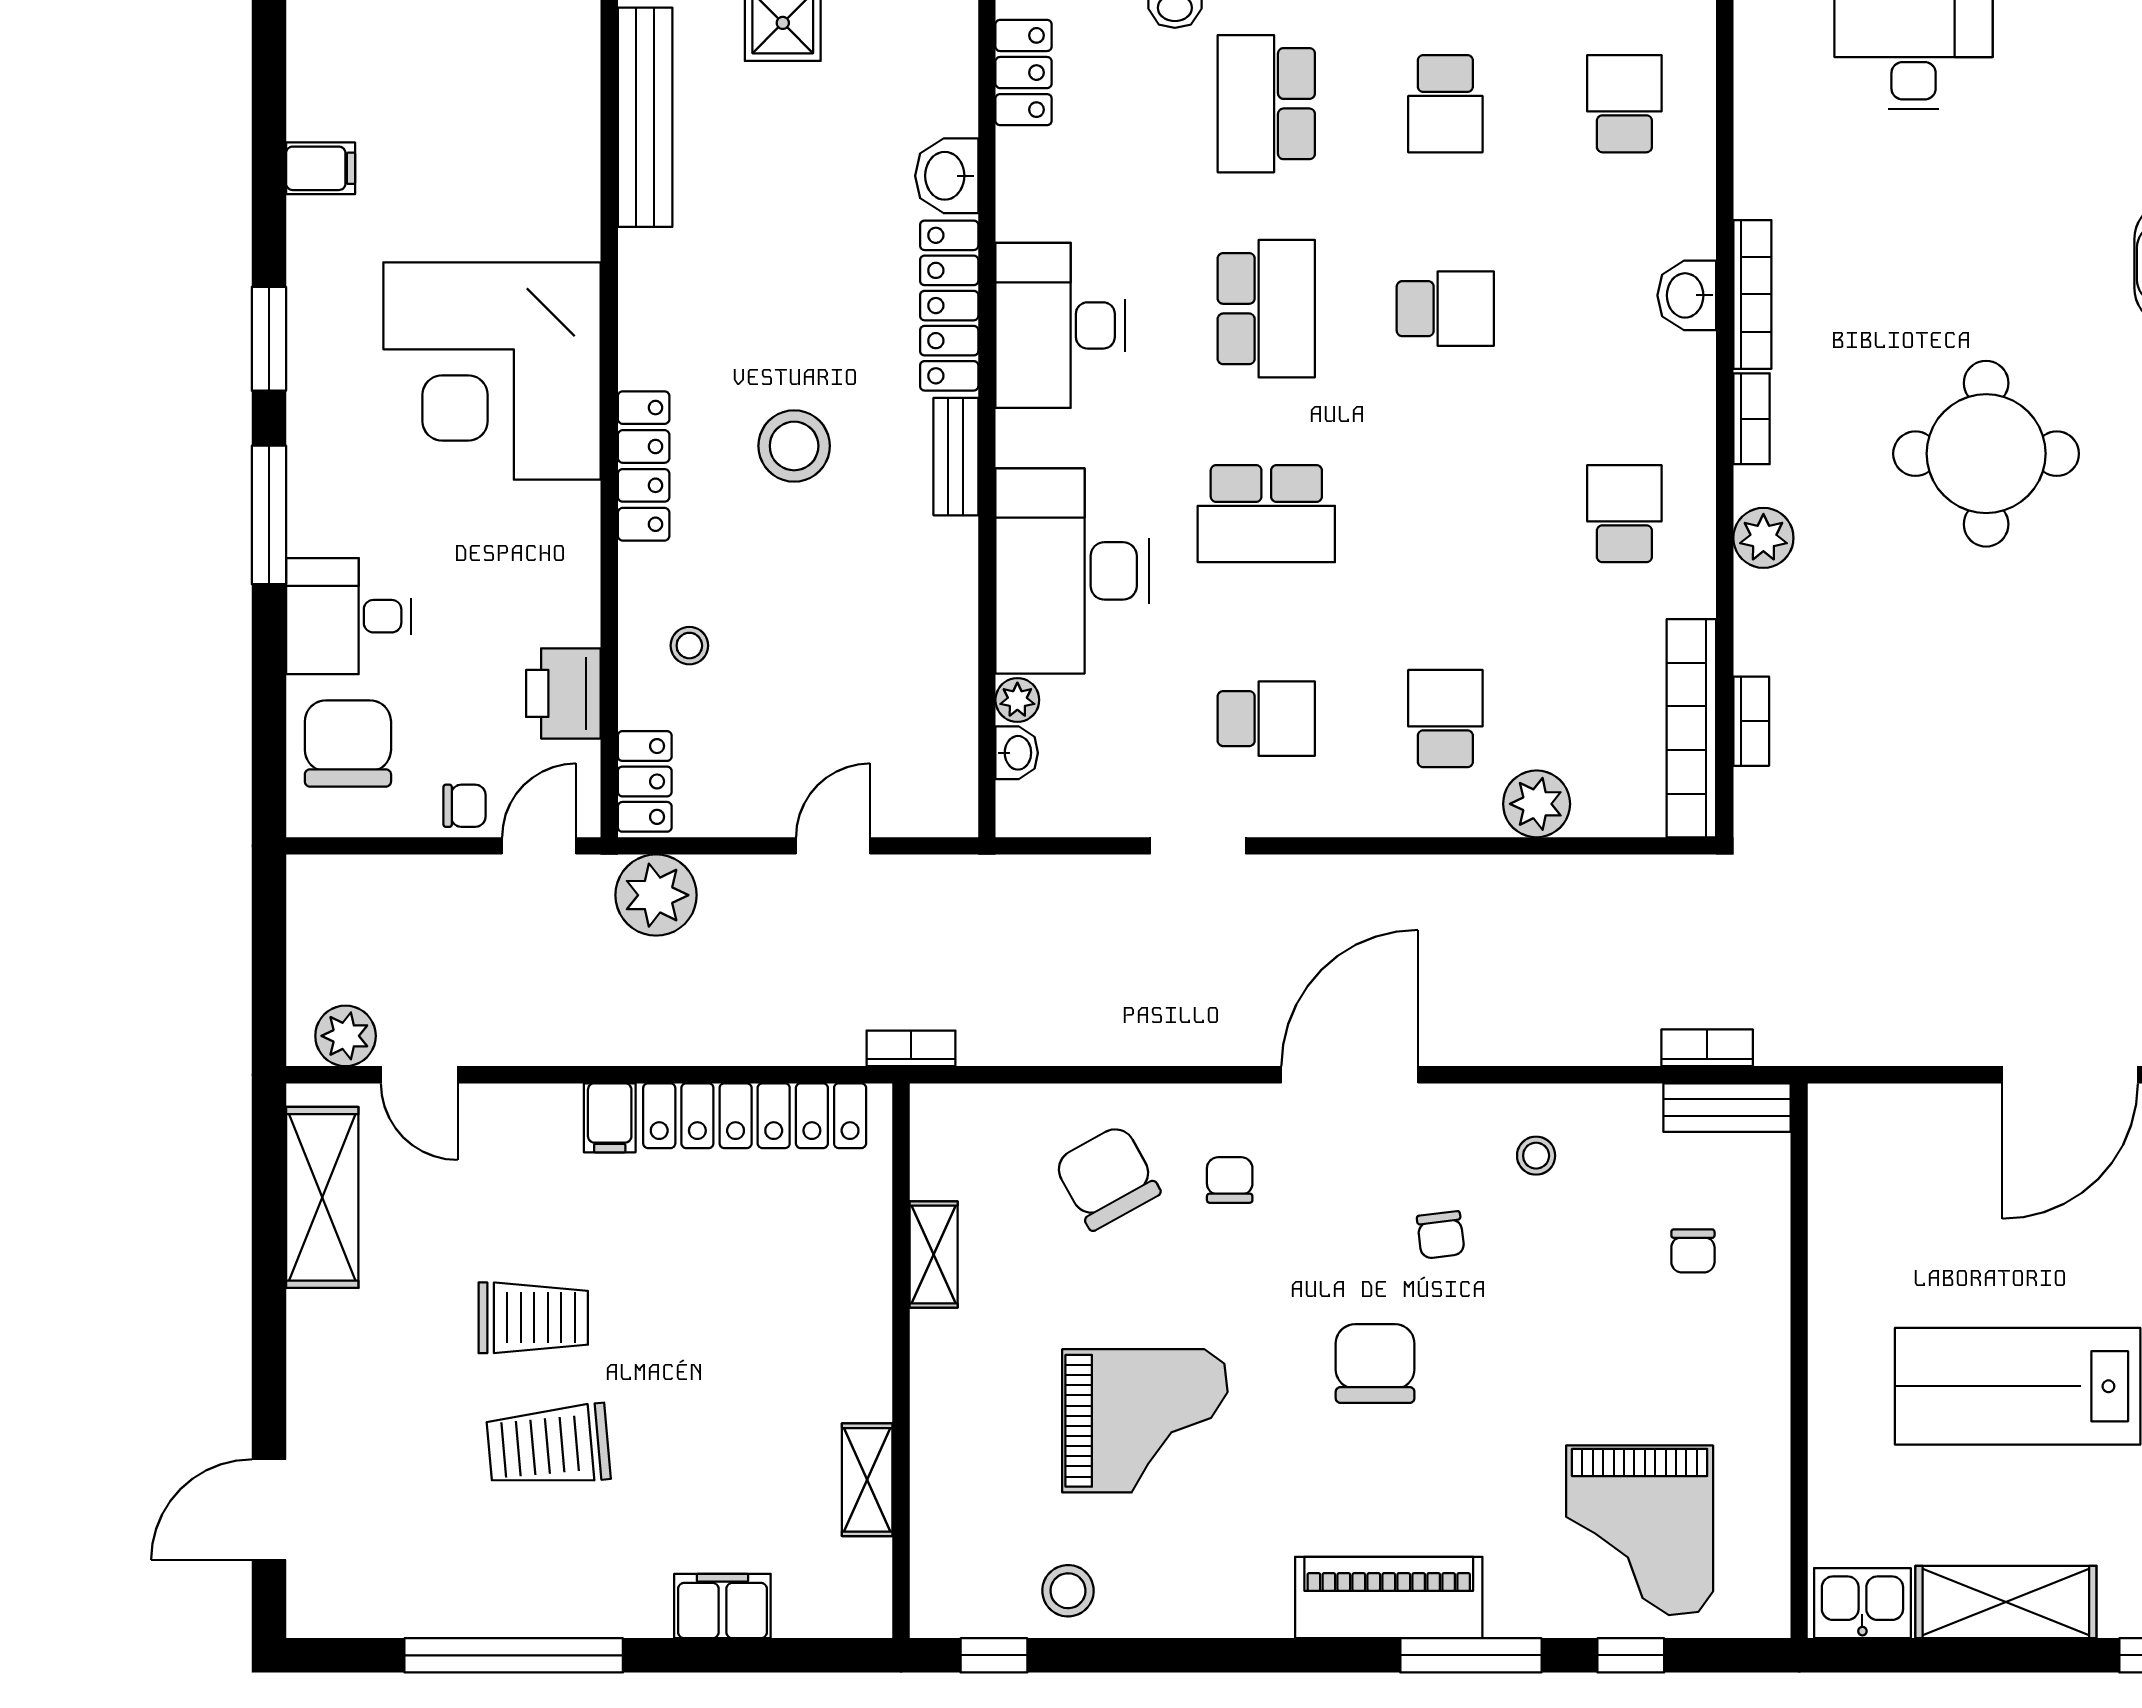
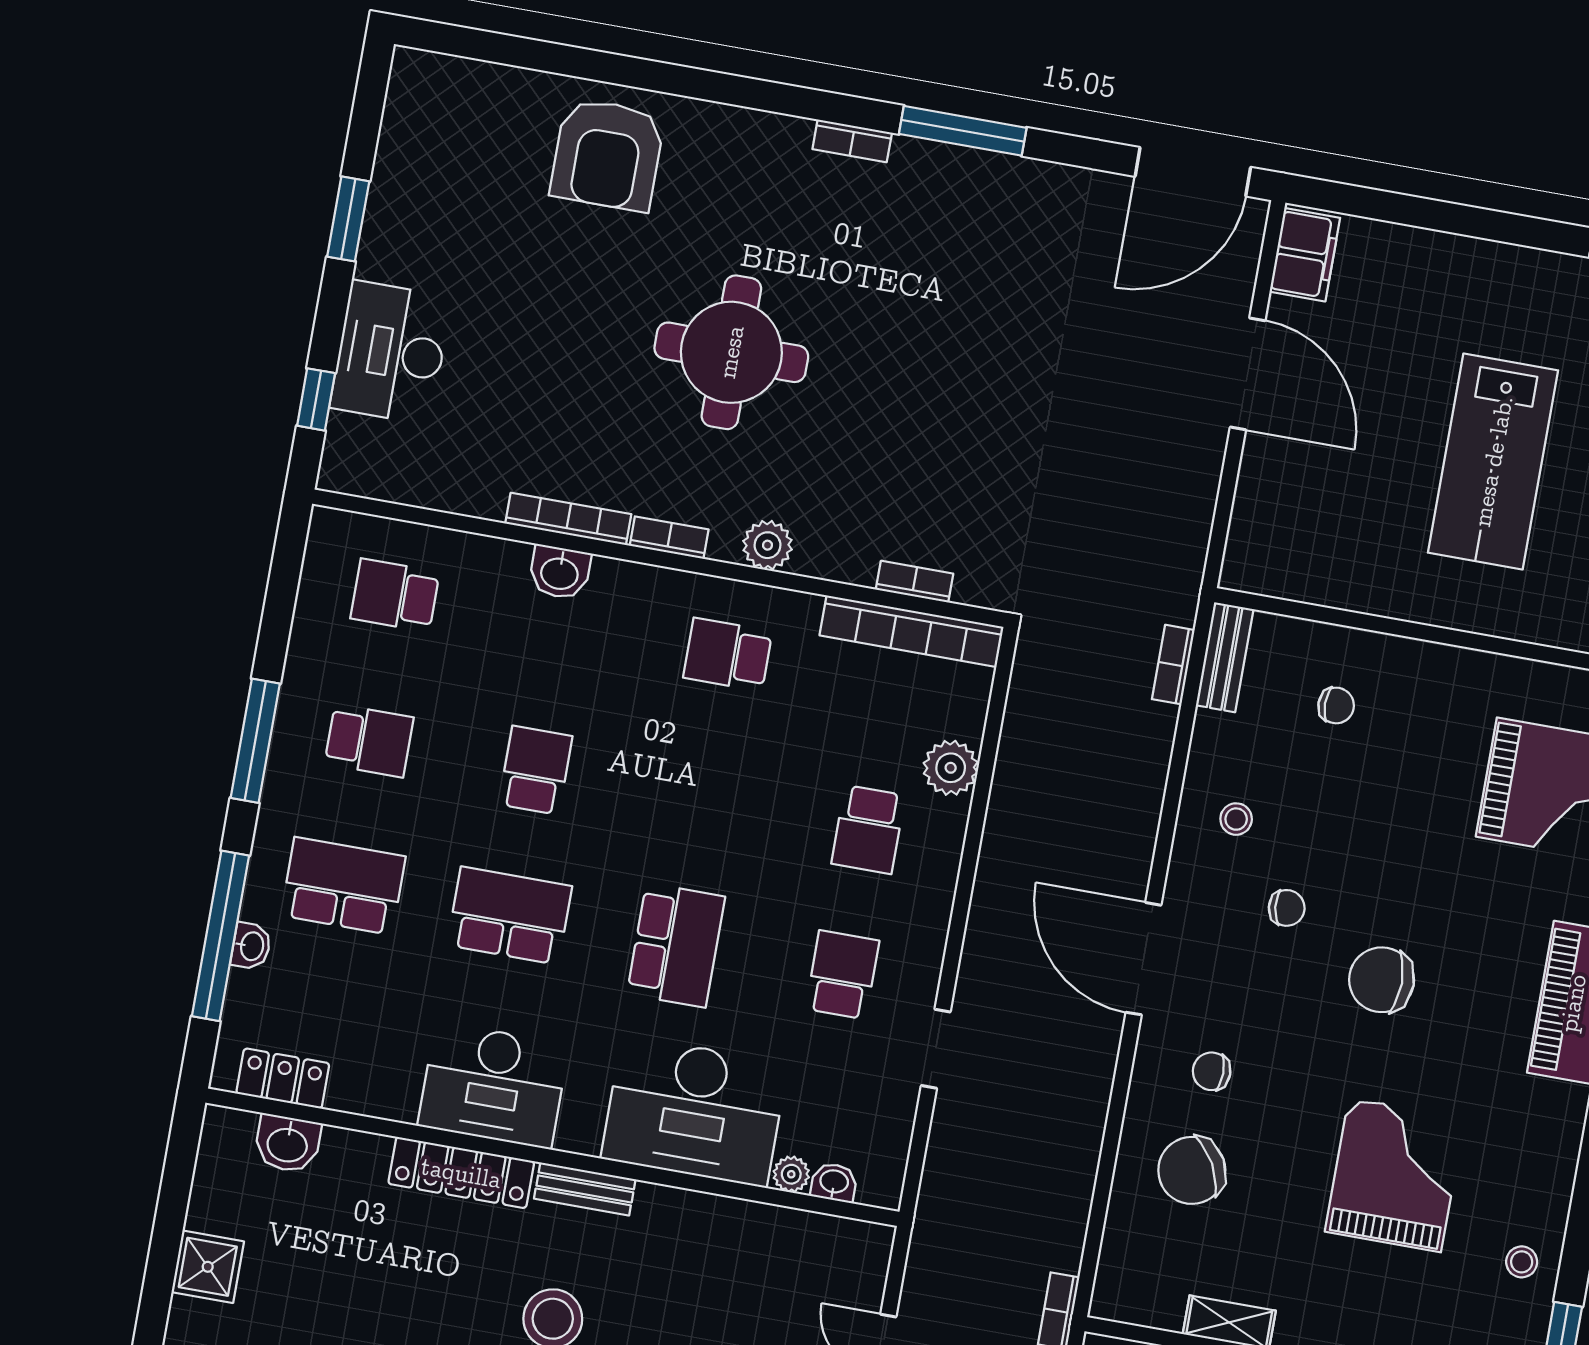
school desk: (1266, 104) -> (343, 886), turned 180
washbasin: (947, 176) -> (287, 1144), moved
school desk: (1445, 719) -> (868, 829), turned -90
stool: (1068, 1591) -> (1522, 1262), width x0.73, depth x0.73

